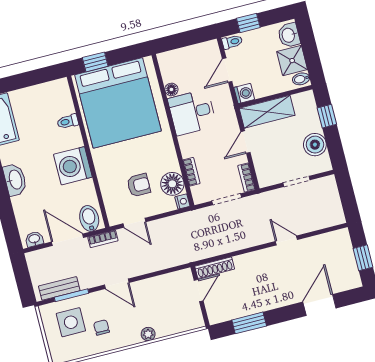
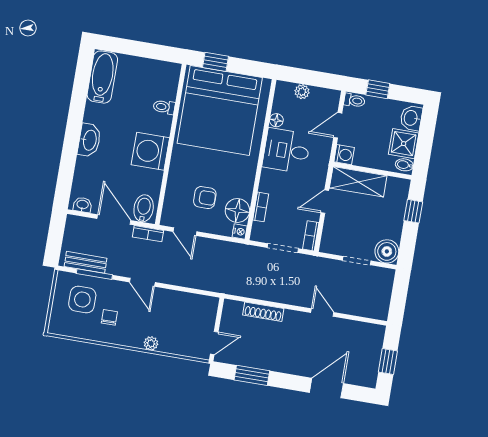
plant: (183, 55) -> (302, 92), added
boiler: (315, 145) -> (387, 251), moved
shoe rack: (215, 268) -> (263, 312), moved
door: (199, 290) -> (214, 343), moved

